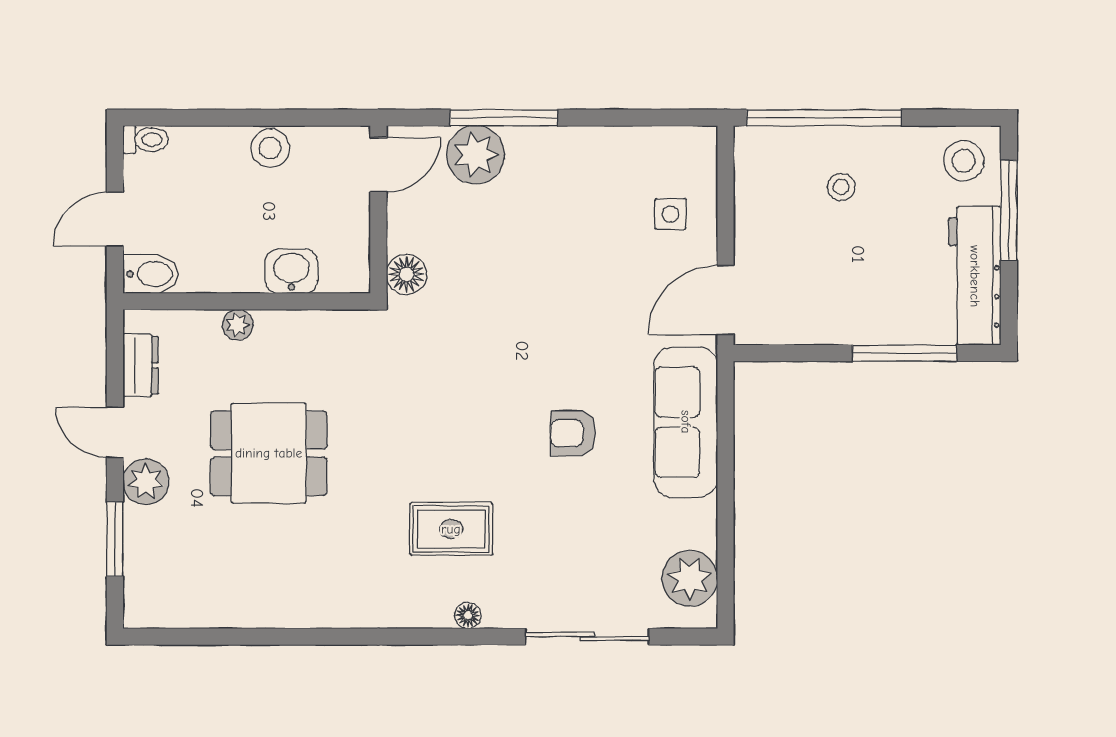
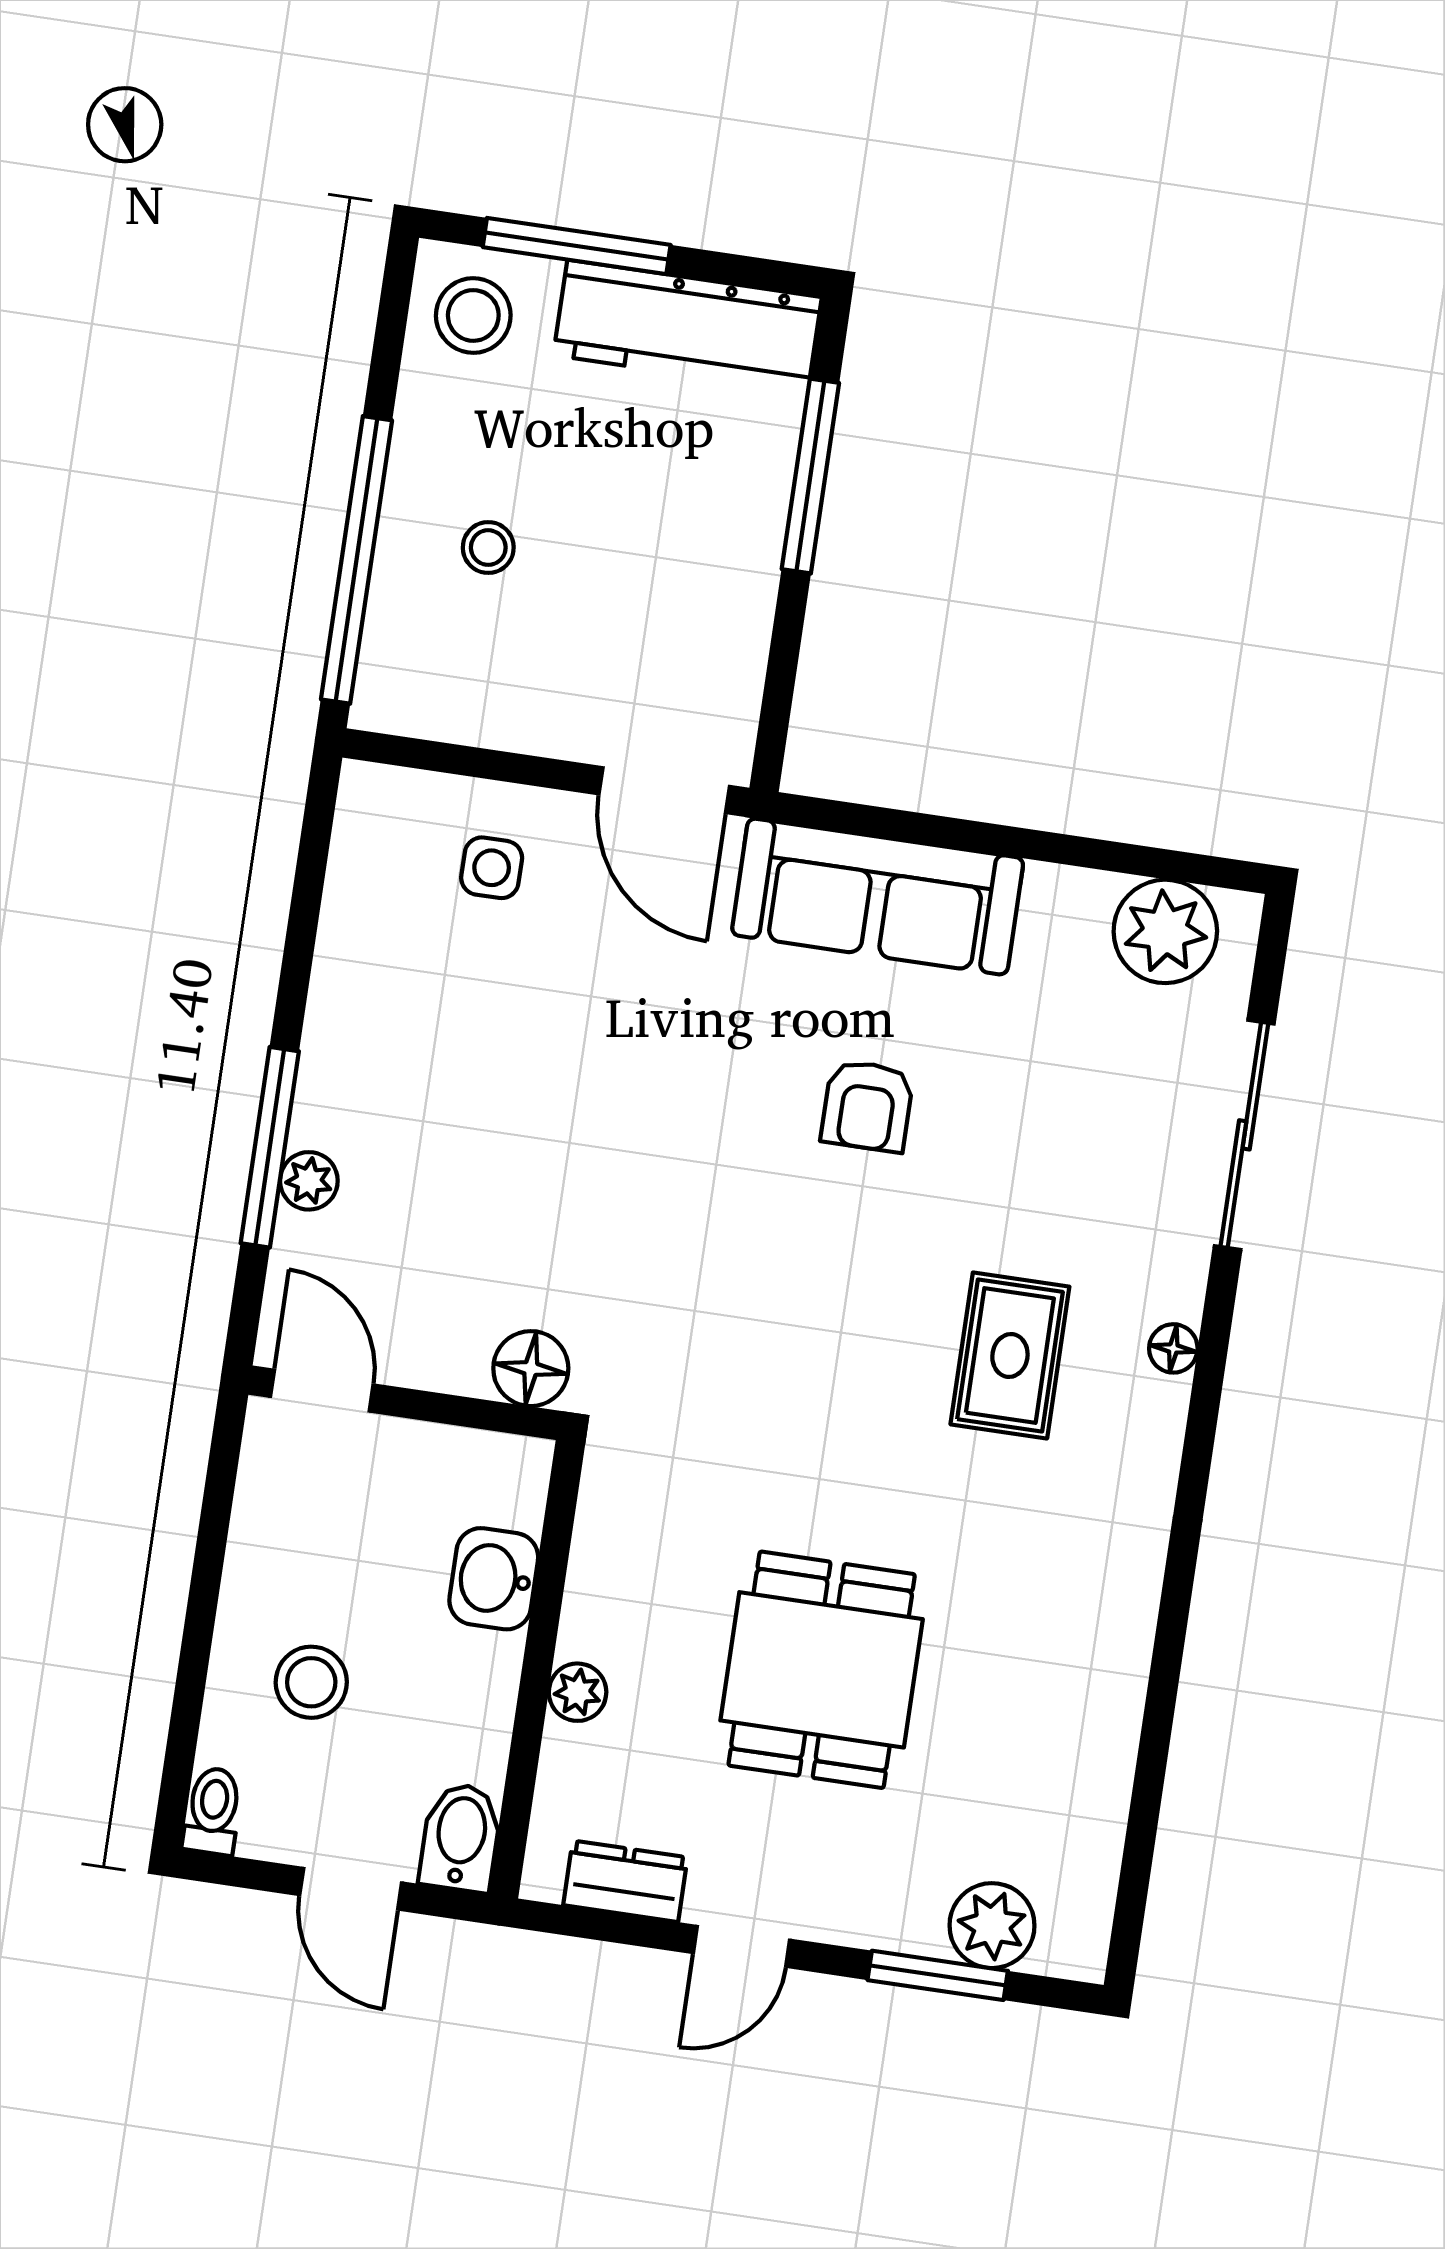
stool: (270, 148) -> (311, 1682), moved
plant: (476, 155) -> (309, 1181), width x0.53, depth x0.53
plant: (146, 482) -> (992, 1926), moved

